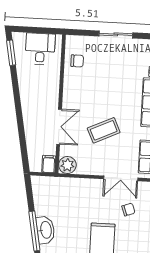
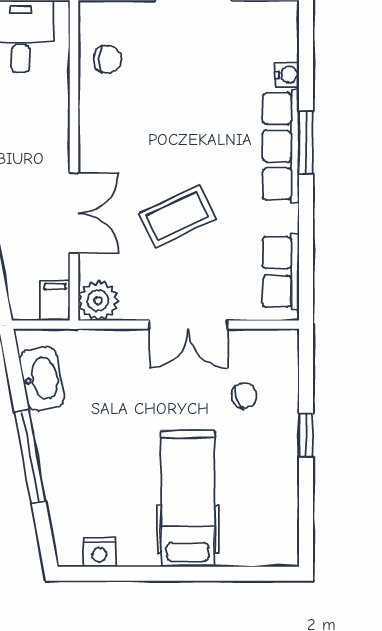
double door: (121, 178) -> (188, 325), moved
washbasin: (46, 230) -> (42, 379), moved

